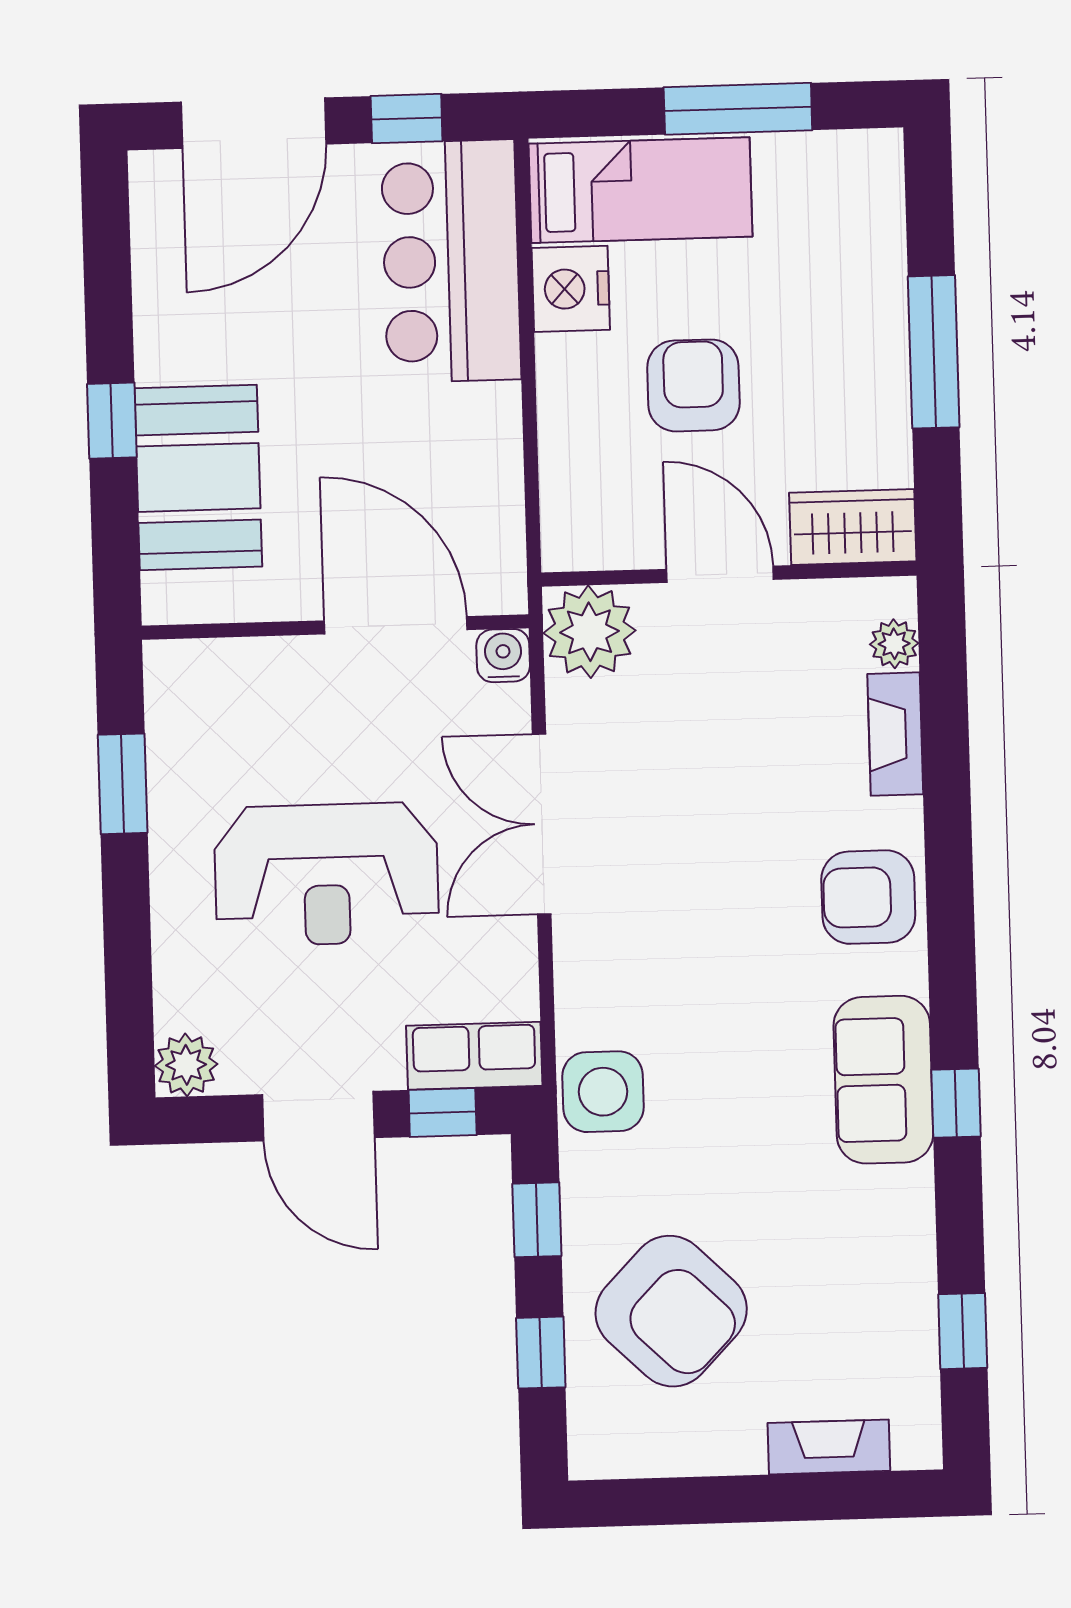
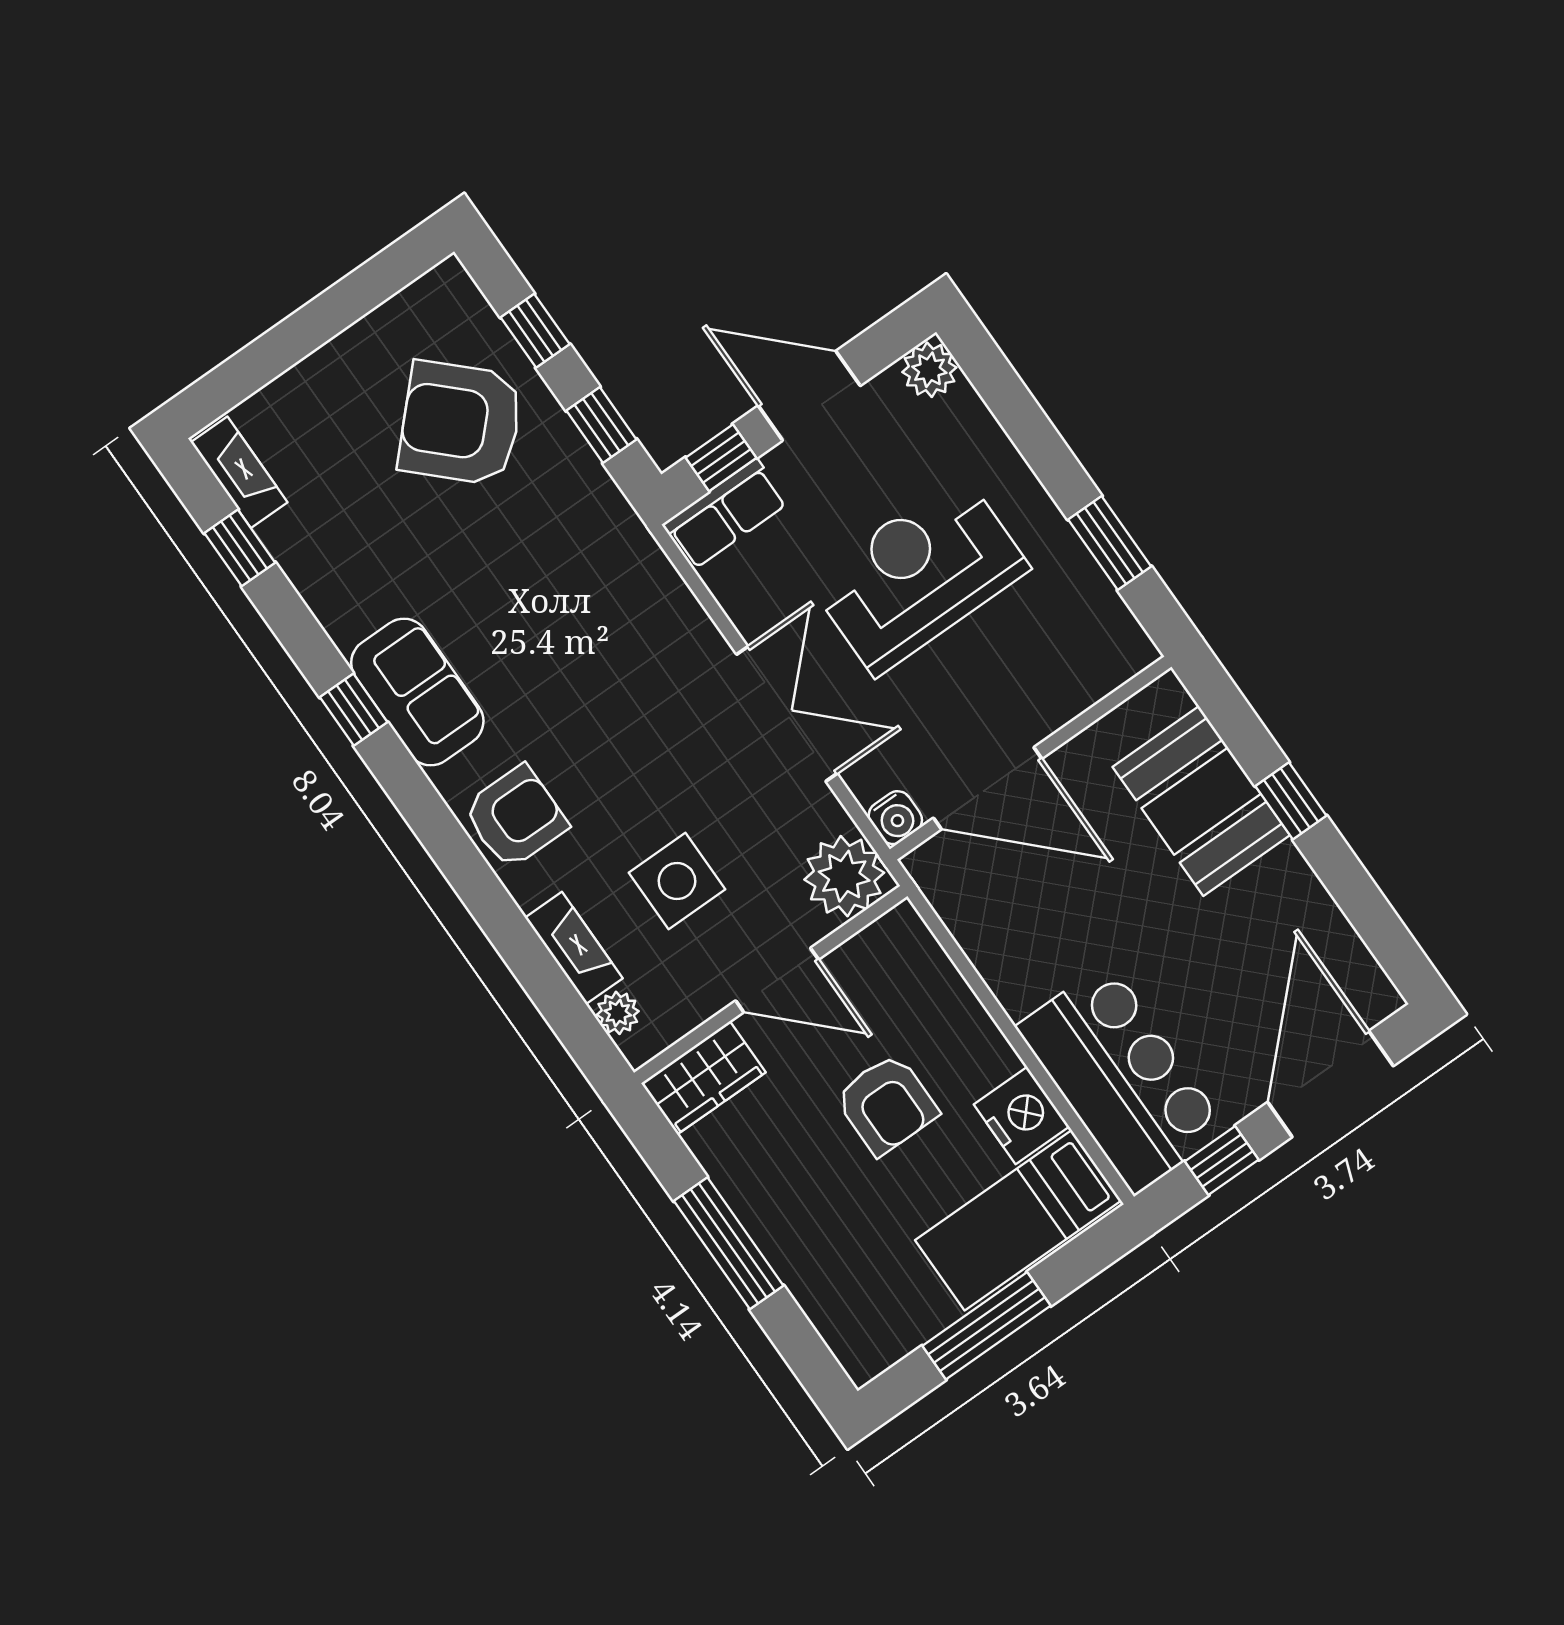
side table: (603, 1092) -> (677, 881), moved
fireplace: (829, 1447) -> (239, 472), moved, turned -90

